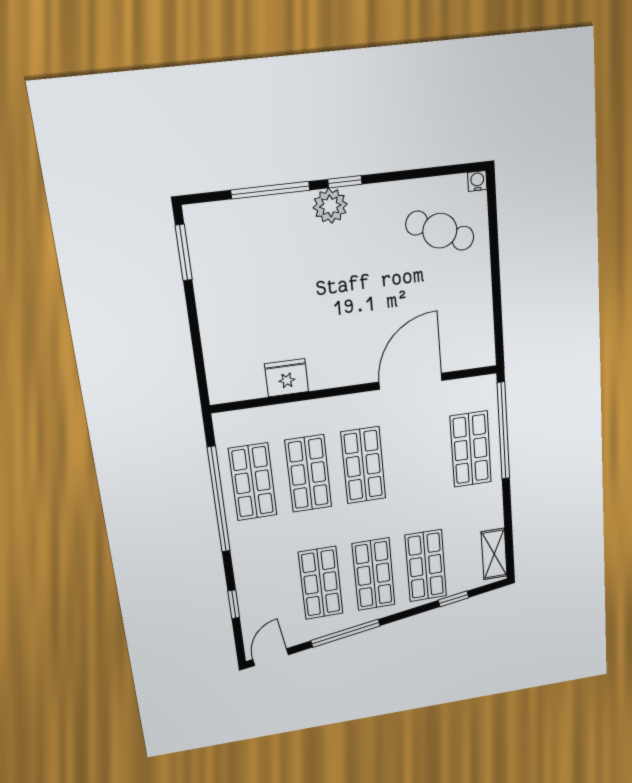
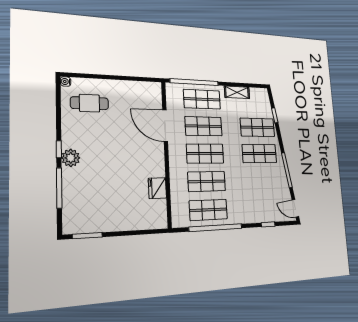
cafe table: (440, 231) -> (89, 103), turned 66
shelving: (494, 554) -> (237, 92), moved
shop shelf: (321, 583) -> (204, 126), moved

